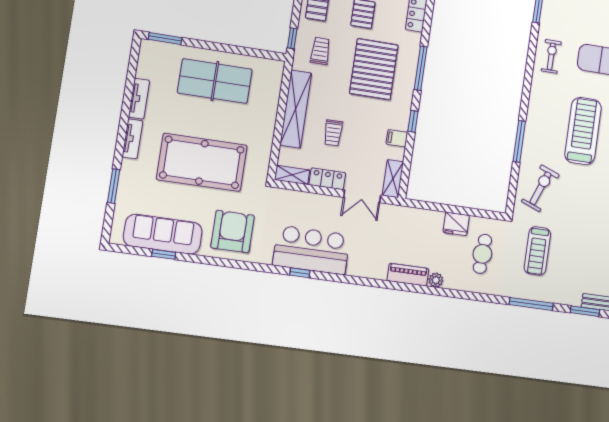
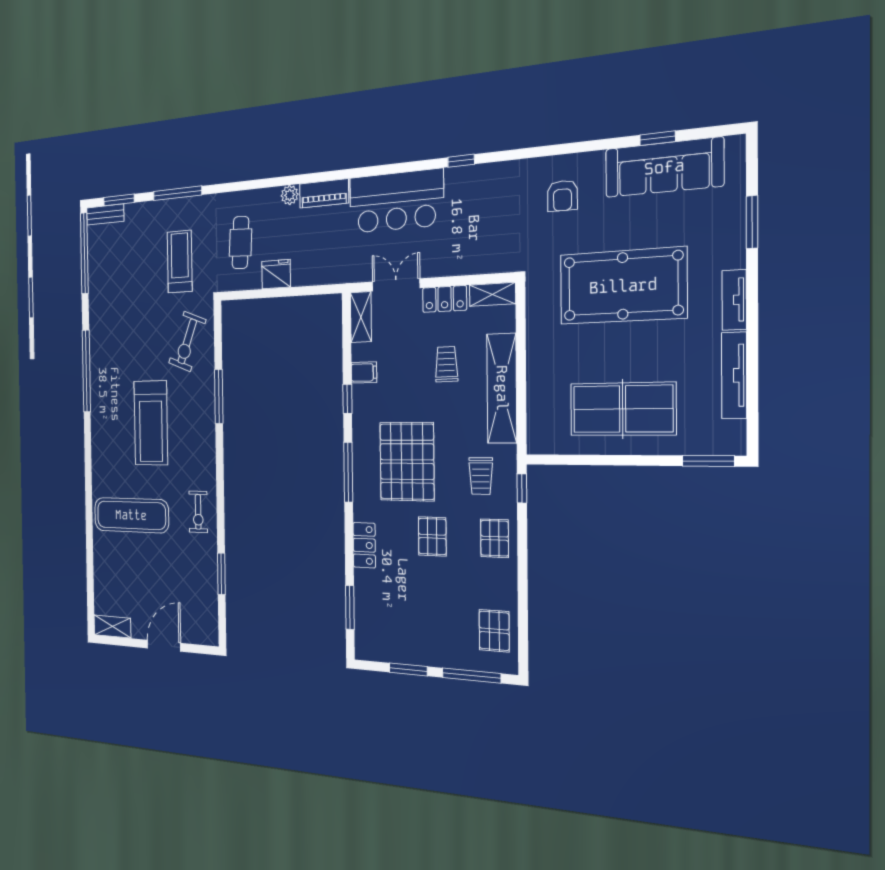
tv unit: (139, 99) -> (734, 375), width x1.41
armchair: (232, 232) -> (562, 196), width x0.53, depth x0.53
bar counter: (311, 250) -> (396, 201), moved

